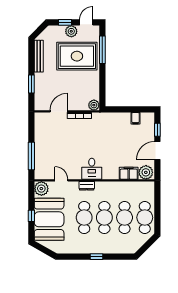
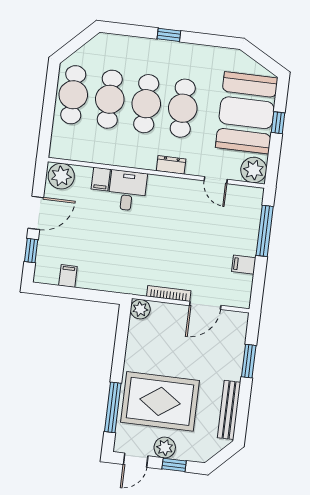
filing cabinet: (40, 136) -> (244, 265), added
desk: (92, 169) -> (127, 191), moved
filing cabinet: (129, 173) -> (101, 179), width x0.50

